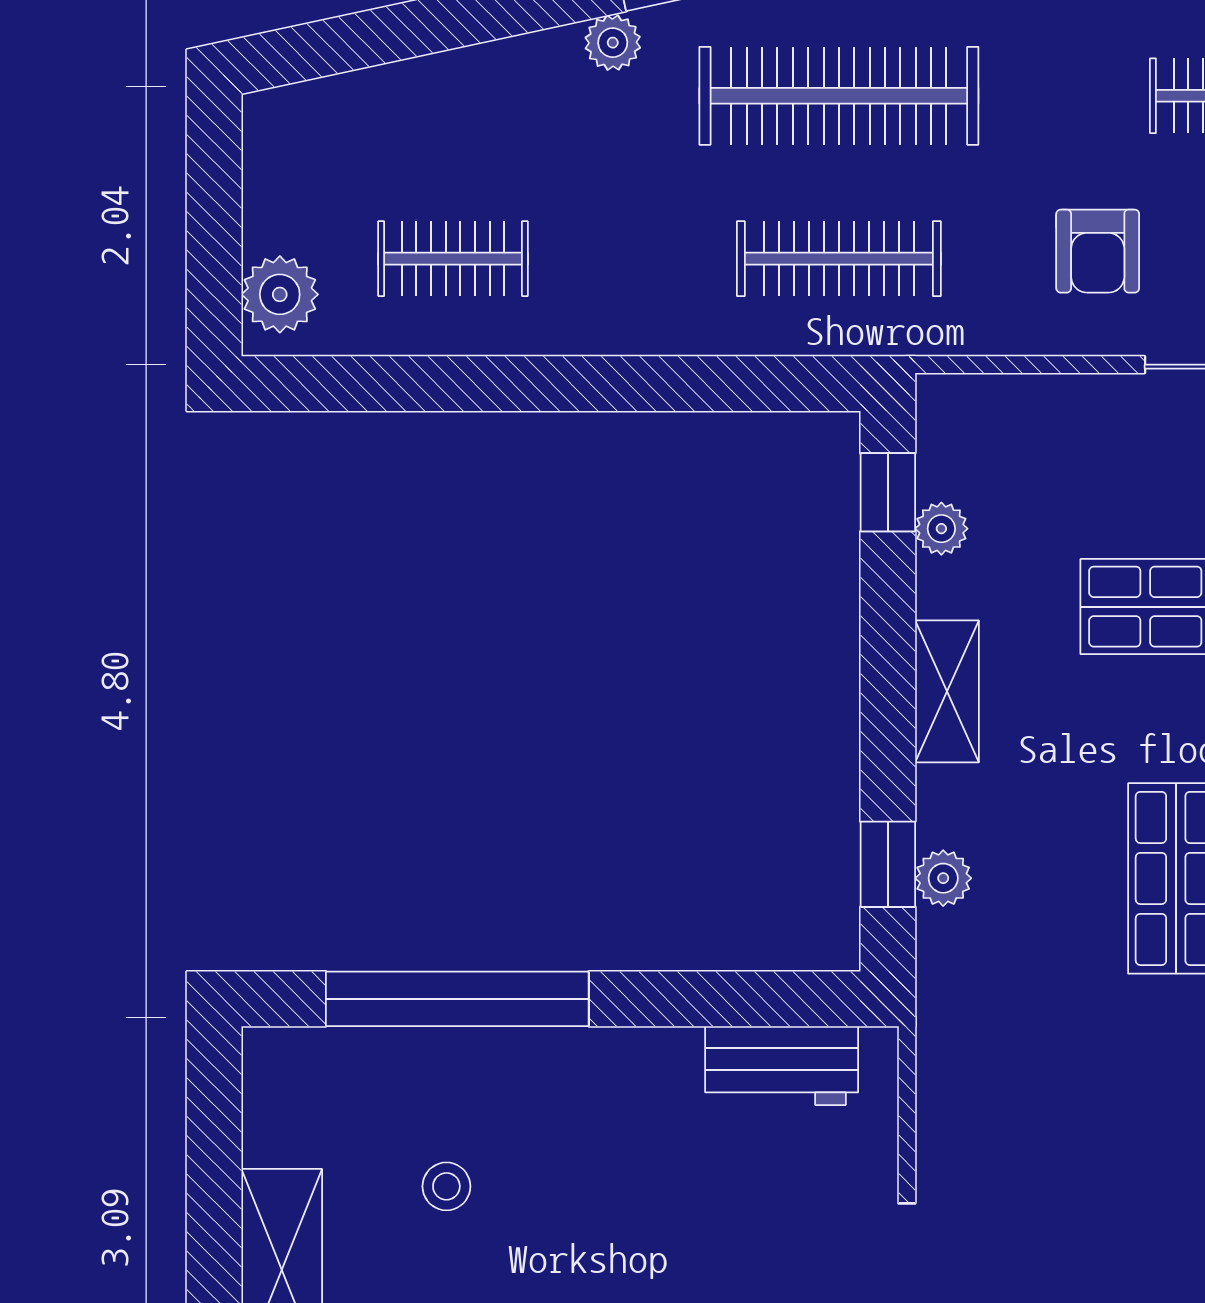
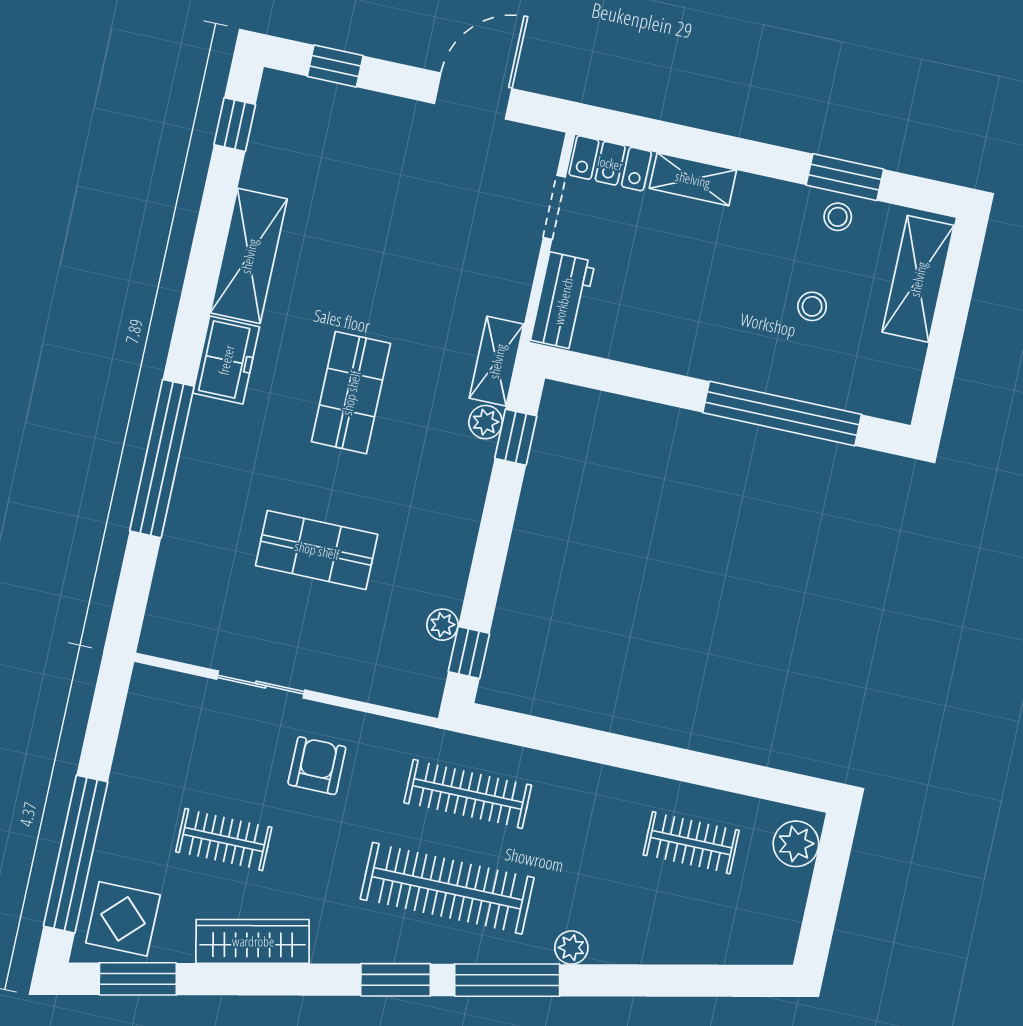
shelving: (947, 691) -> (497, 361), moved
workbench: (782, 1066) -> (563, 301), moved, turned 90

